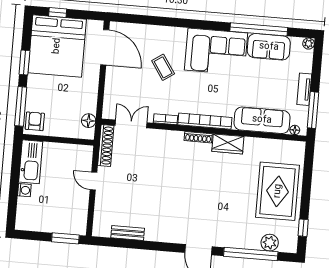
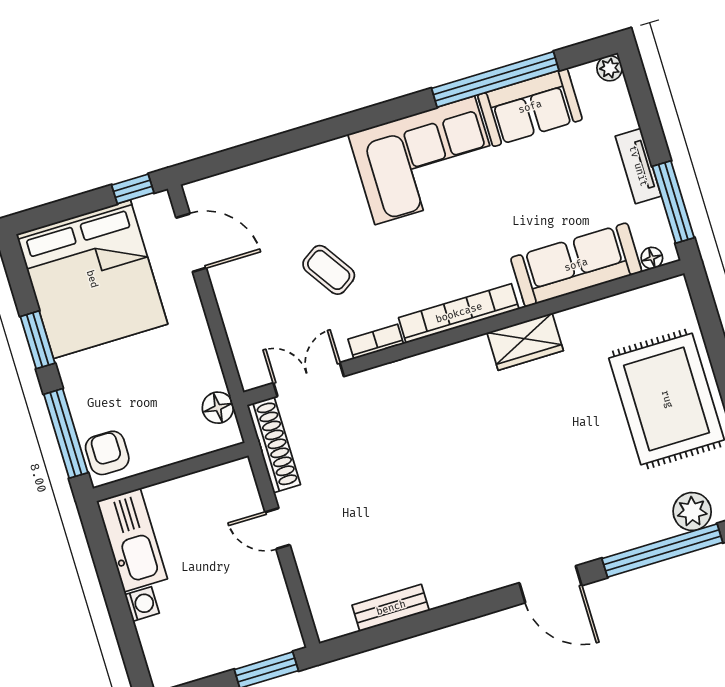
window: (58, 12) -> (133, 189), moved
door: (105, 47) -> (191, 243), width x0.73
coffee table: (163, 67) -> (329, 270), moved
shoe rack: (198, 137) -> (458, 352), removed

